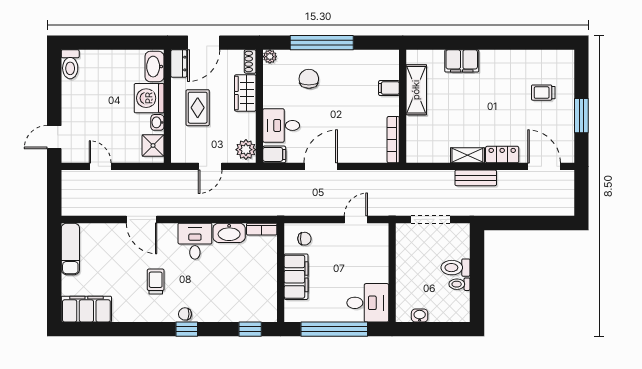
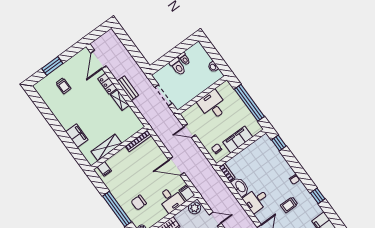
filing cabinet: (389, 88) -> (104, 169), moved
window: (581, 116) -> (52, 66), moved
desk: (368, 303) -> (213, 105), moved
window: (187, 329) -> (318, 196), moved

